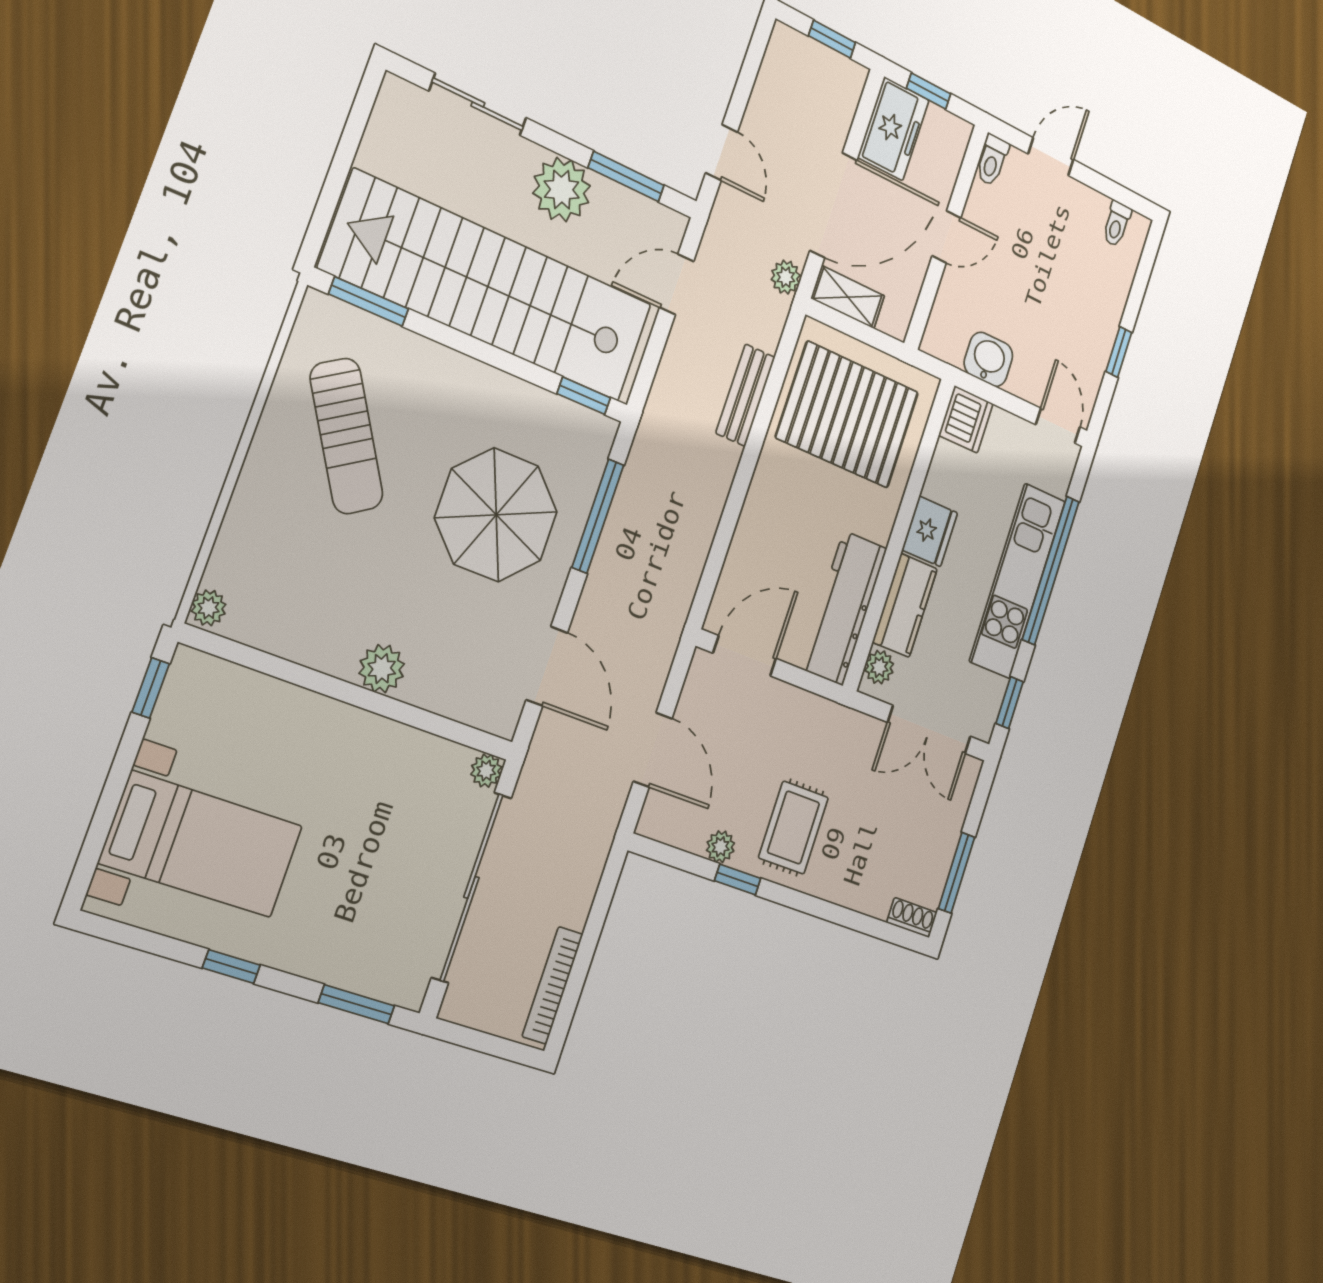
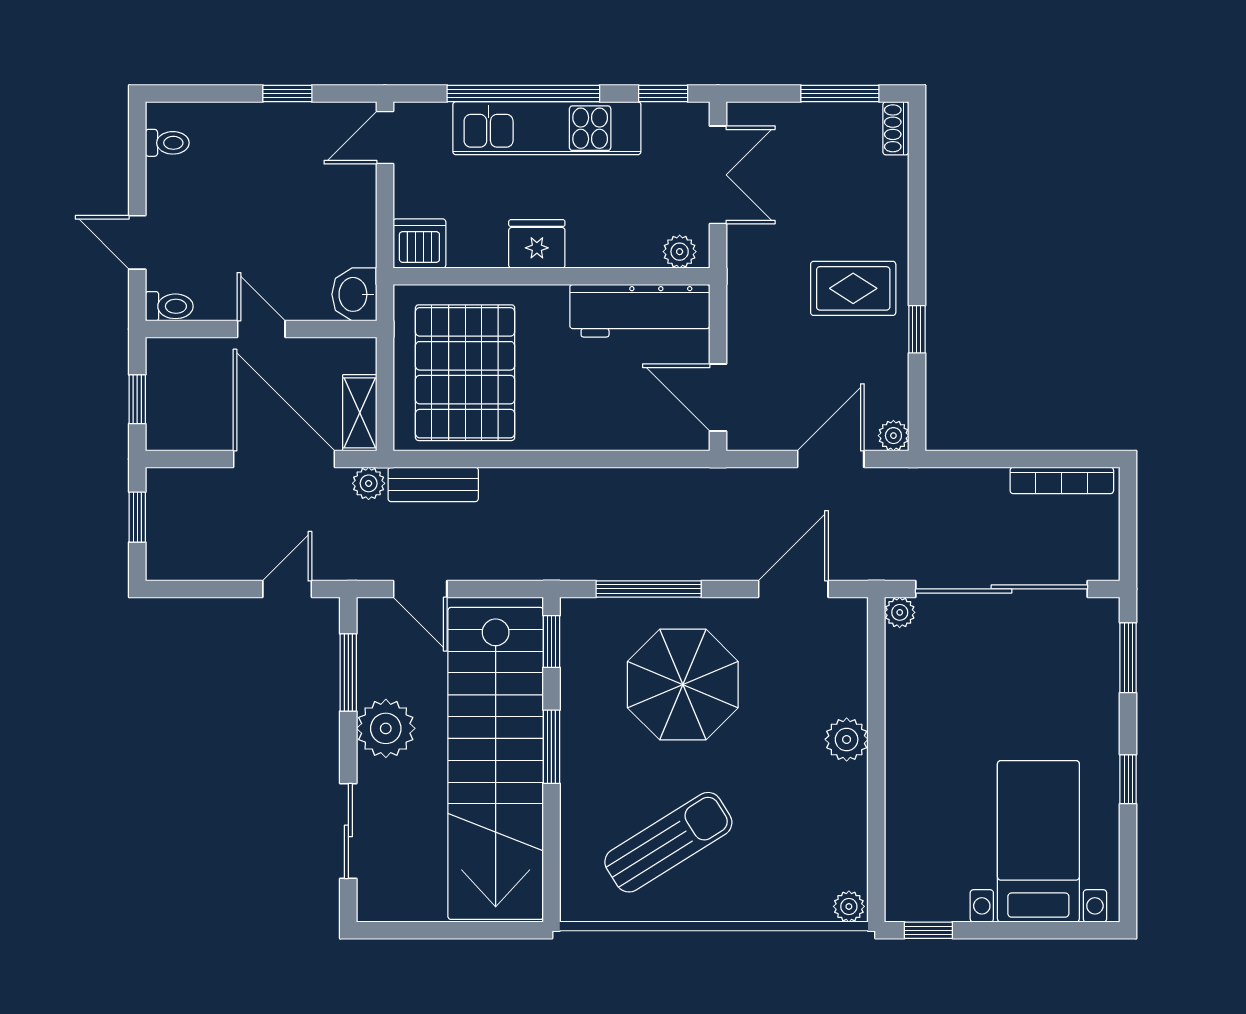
freezer: (893, 129) -> (188, 423), removed
window: (369, 301) -> (551, 747), moved
washbasin: (988, 359) -> (354, 294), moved
bench: (745, 395) -> (433, 484), moved
kitchen counter: (905, 605) -> (614, 245), removed
plant: (721, 847) -> (893, 436), moved

